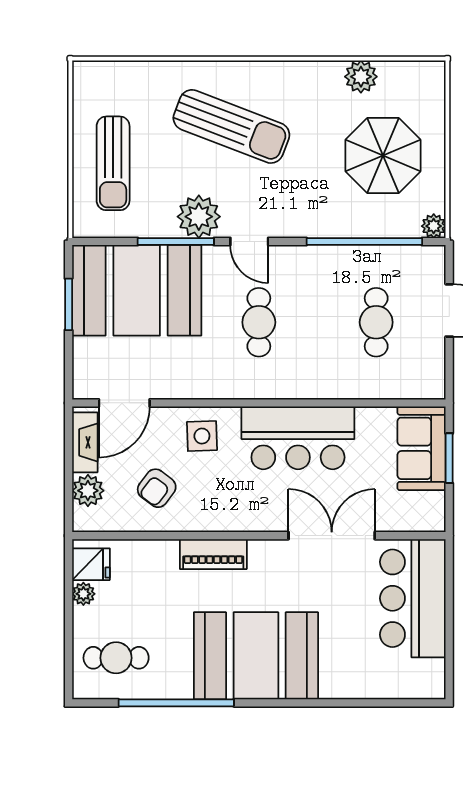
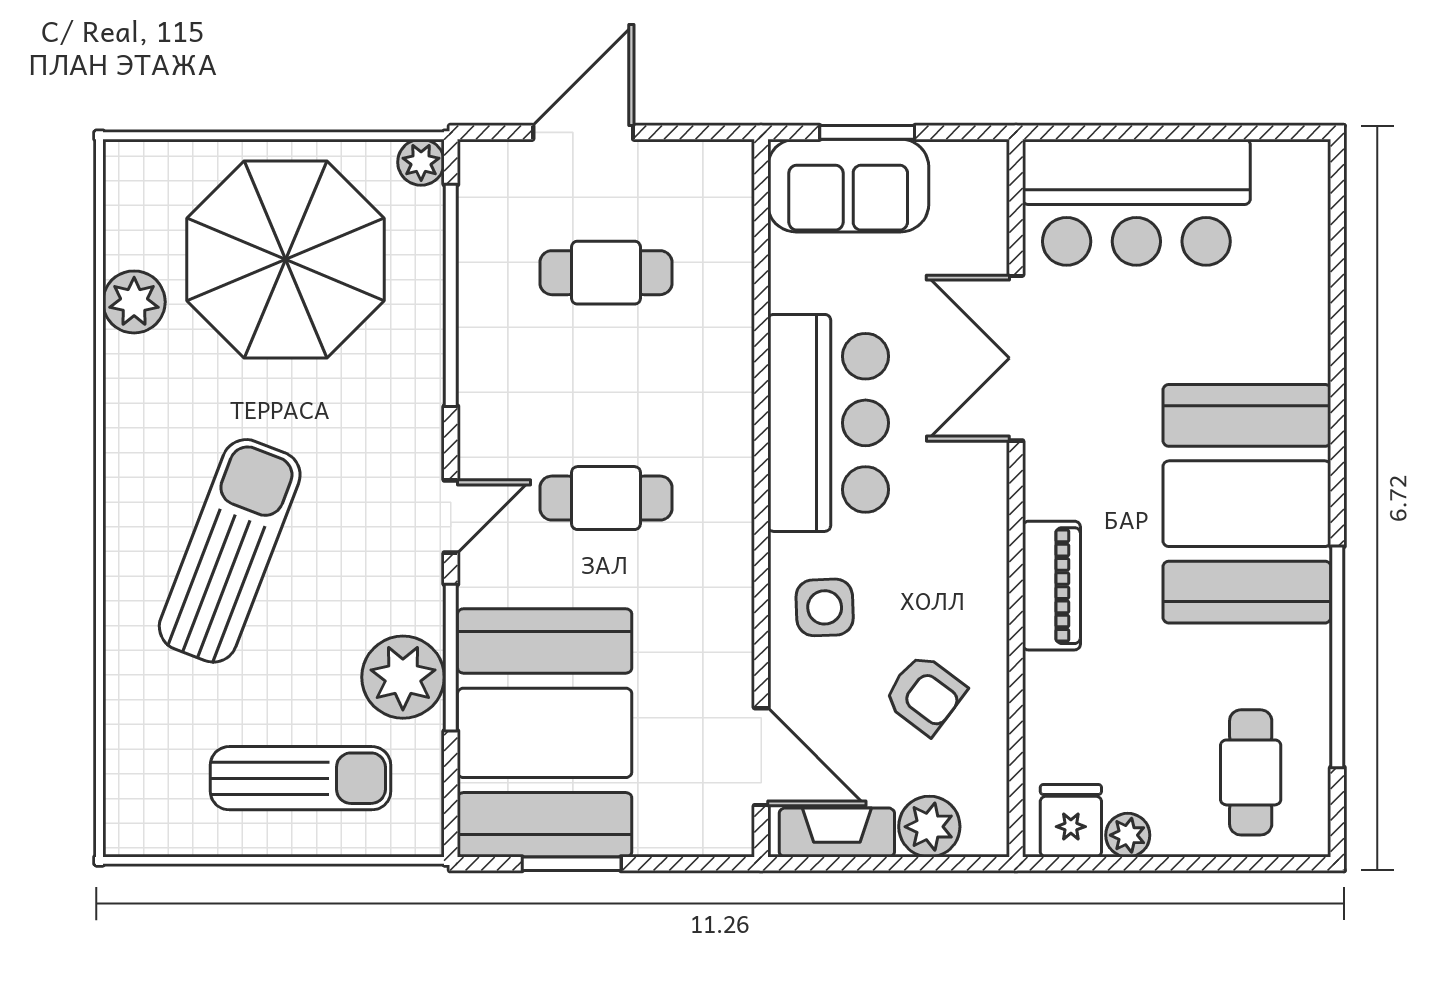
parasol: (383, 156) -> (286, 260), width x1.36, depth x1.36
plant: (199, 217) -> (403, 677), moved

